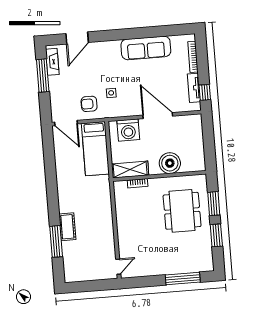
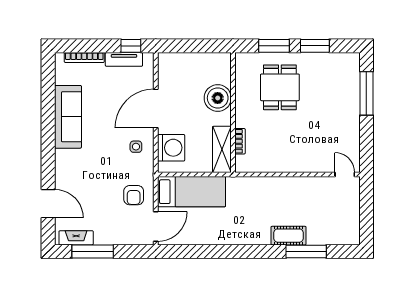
side table: (111, 93) -> (136, 147), moved
dining table: (182, 211) -> (280, 87), width x0.73

